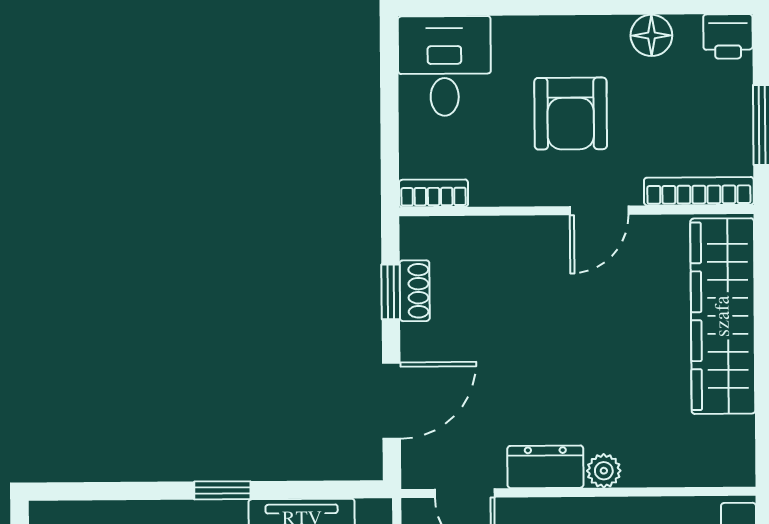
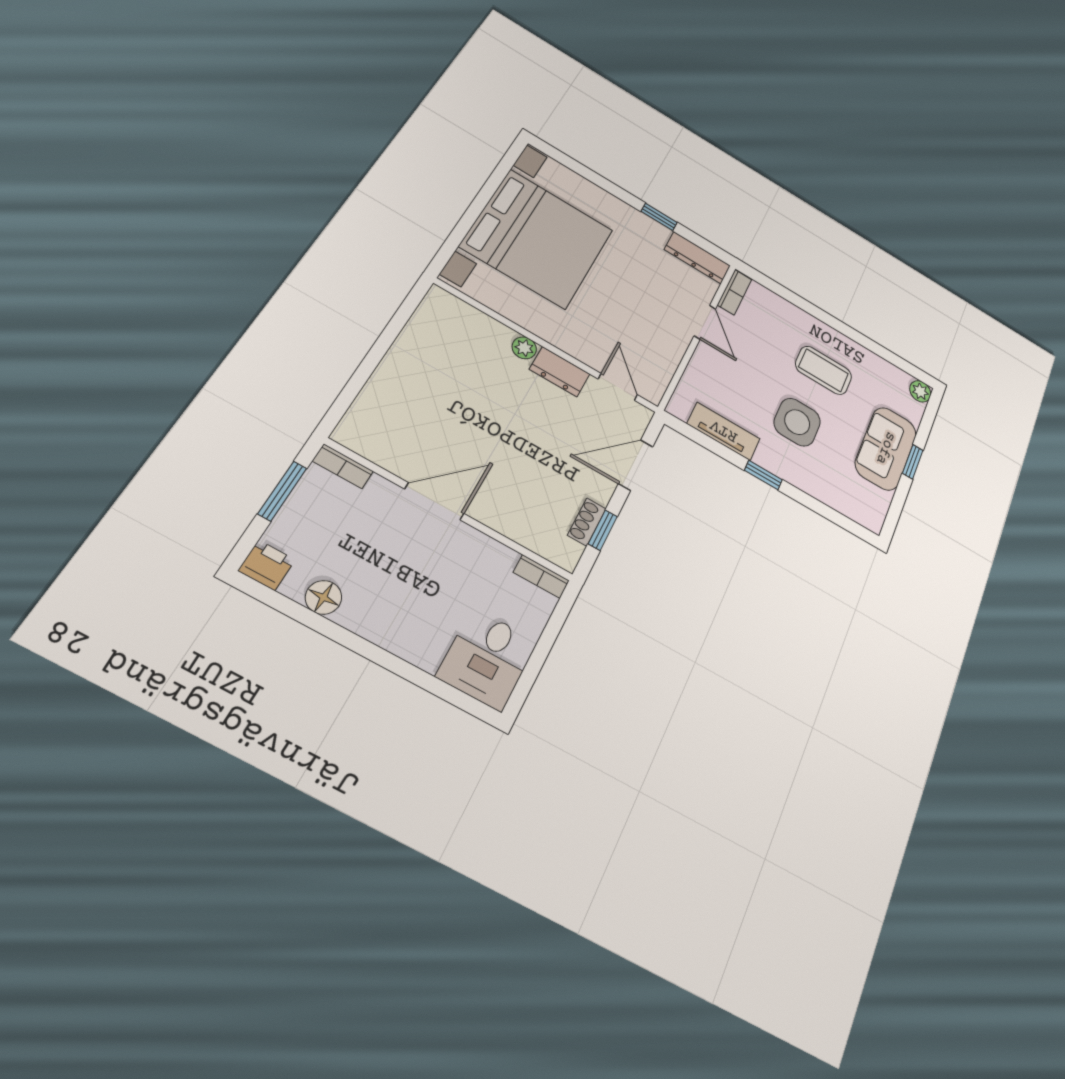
armchair: (571, 114) -> (416, 576), removed
bookcase: (699, 191) -> (343, 466), width x0.64
door: (599, 210) -> (434, 501), width x1.38
wardrobe: (723, 316) -> (391, 389), removed

